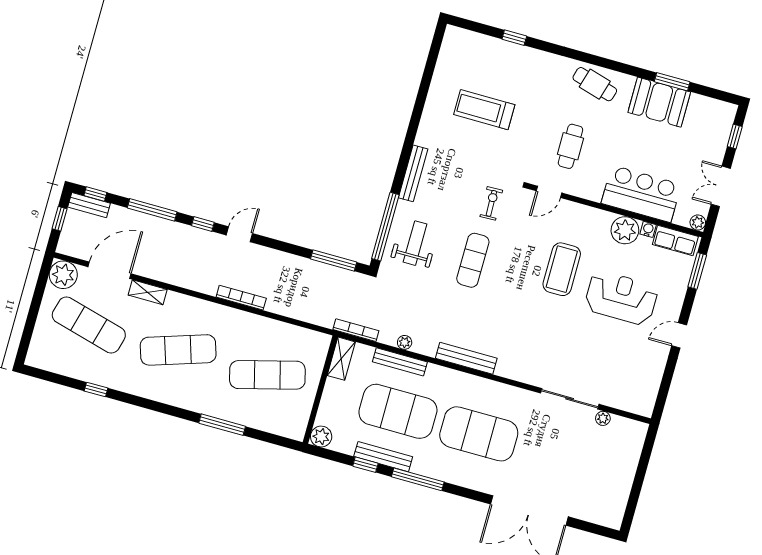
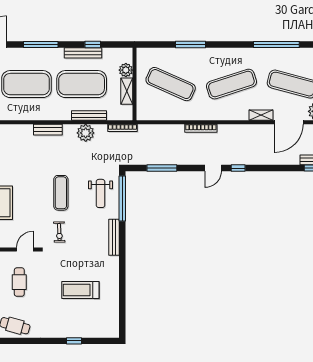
treadmill: (484, 110) -> (80, 290), turned 180
window: (152, 210) -> (273, 168), removed
window: (334, 261) -> (162, 168), moved
plant: (405, 342) -> (86, 133), width x1.87, depth x1.87
bench: (466, 358) -> (48, 130), width x0.73
shelving: (341, 359) -> (127, 91), moved
exercise mat: (267, 375) -> (171, 84), turned 39
window: (96, 389) -> (276, 45), width x3.17
plant: (321, 437) -> (126, 70), moved
window: (418, 479) -> (41, 45), moved

